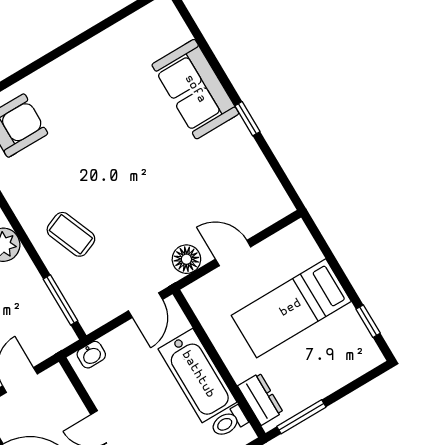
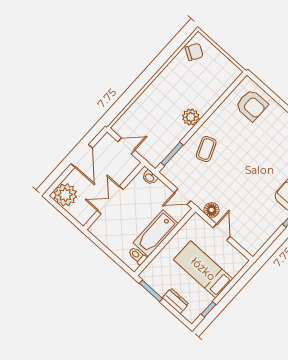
dresser: (260, 399) -> (175, 301), moved, turned -90

